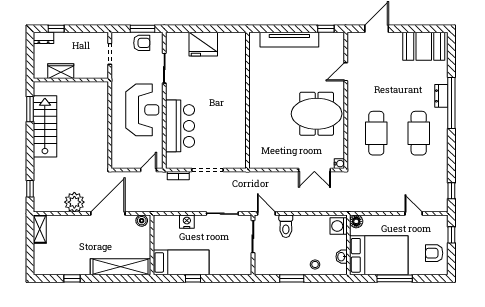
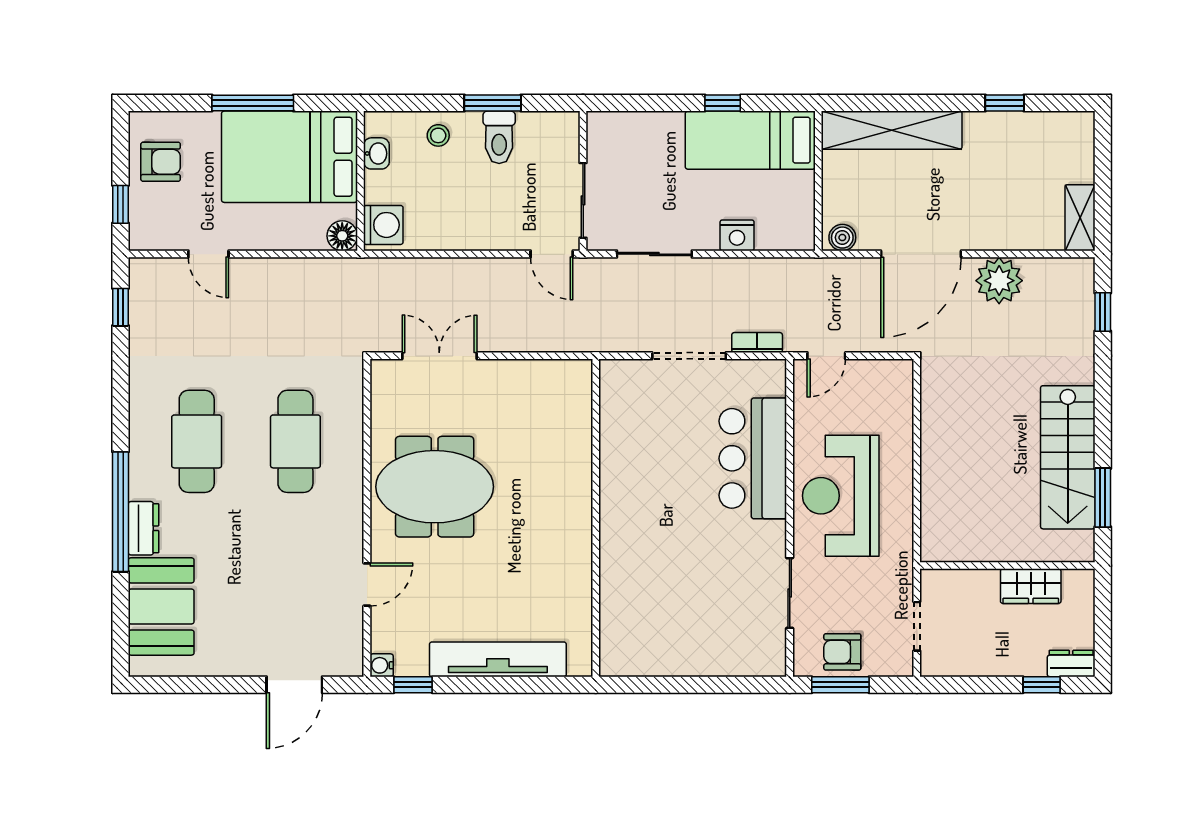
fridge: (203, 44) -> (699, 649), removed
booth: (424, 46) -> (161, 606), moved, turned 90
water cooler: (339, 164) -> (382, 665), moved
toilet: (286, 226) -> (499, 137), moved, turned 180

